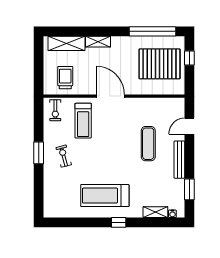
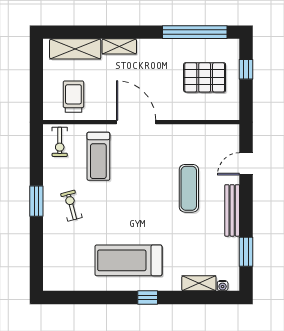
pallet: (160, 64) -> (205, 77), width x0.73, depth x0.71

